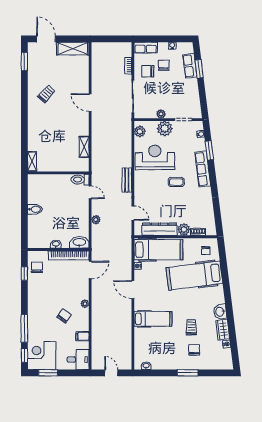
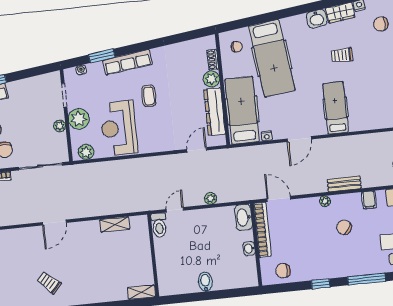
bench: (127, 180) -> (344, 184), moved
window: (24, 273) -> (321, 284), moved
chair: (194, 350) -> (381, 24), moved

